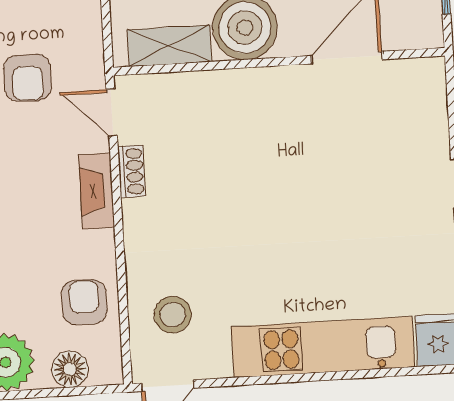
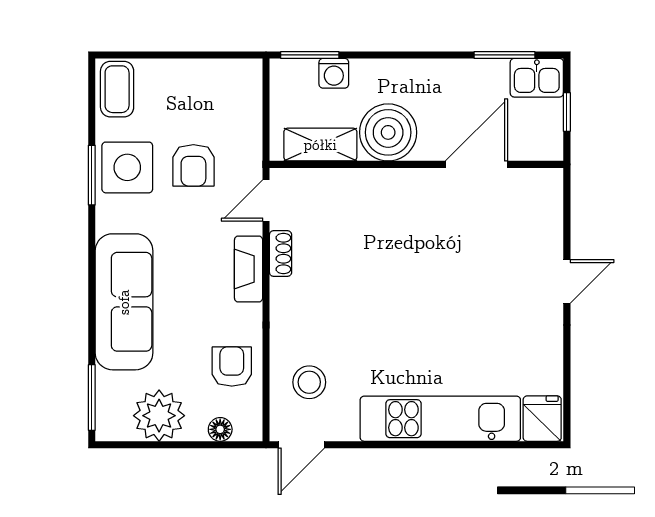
door: (112, 113) -> (266, 201), hinge flipped
floor lamp: (70, 369) -> (220, 429), width x0.73, depth x0.73

